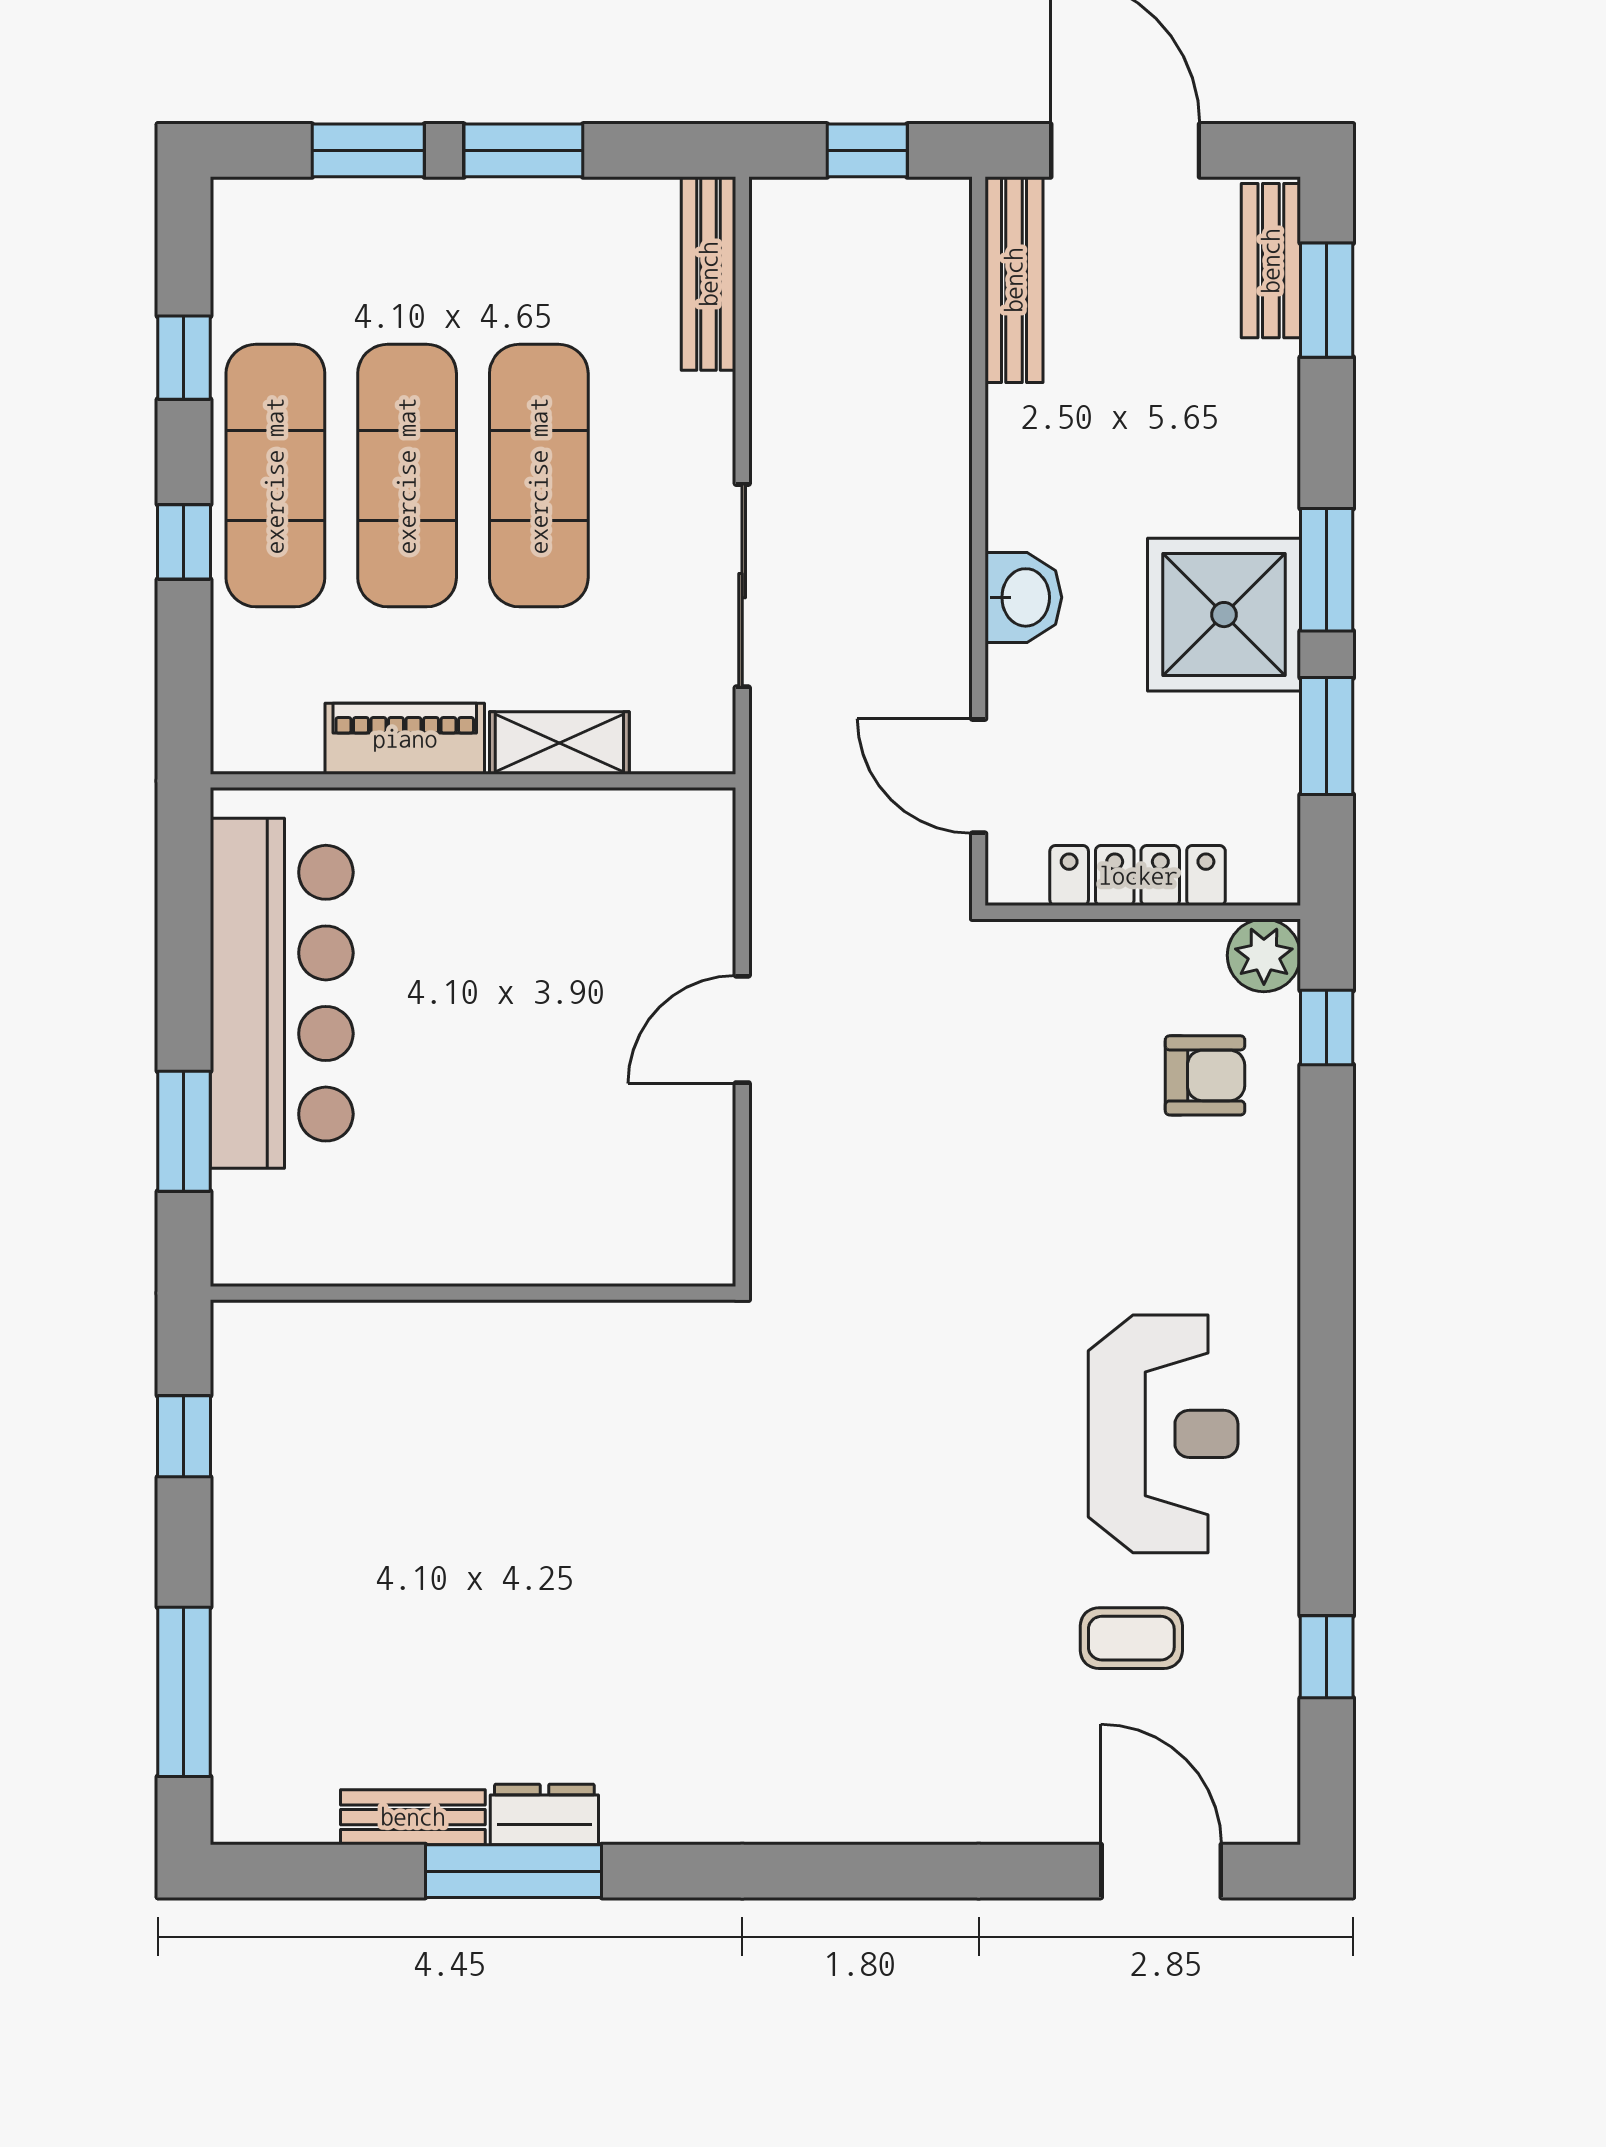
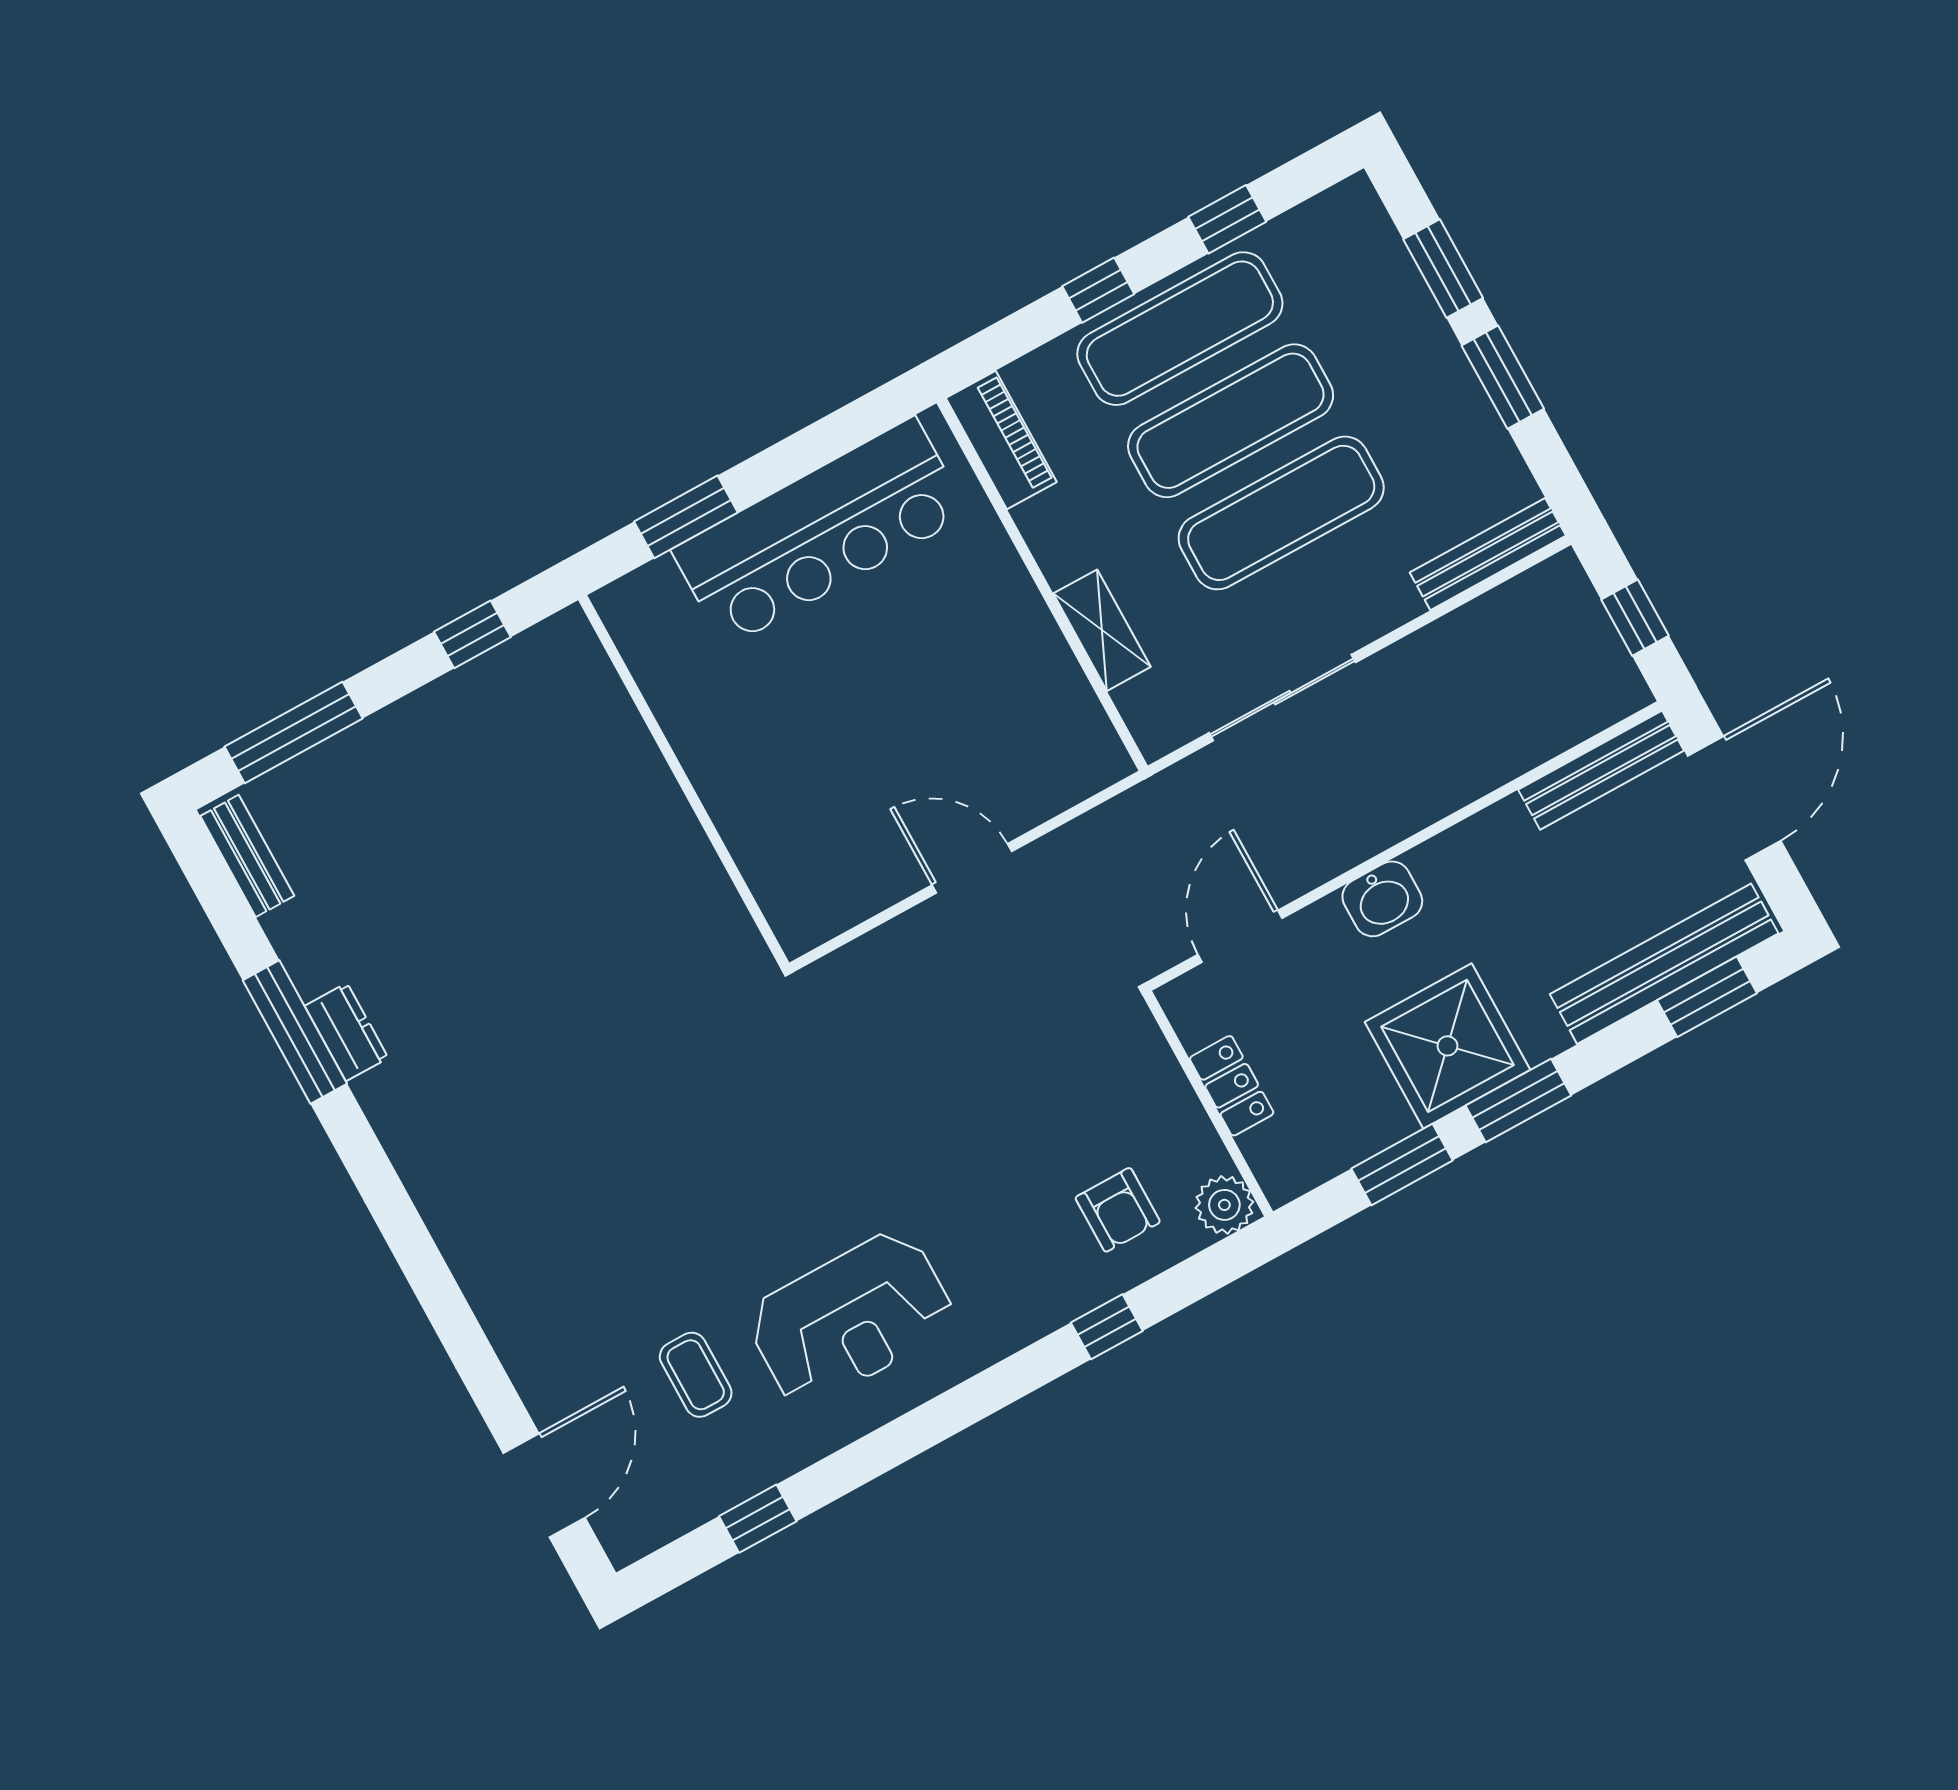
bench: (1271, 261) -> (1664, 964), width x1.86, depth x1.21
piano: (405, 739) -> (1001, 440), moved
locker: (1138, 876) -> (1232, 1086), width x0.66
window: (1327, 1028) -> (1107, 1327), moved
bench: (413, 1817) -> (247, 856), moved

